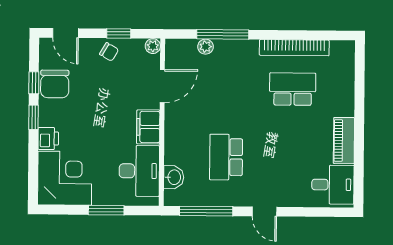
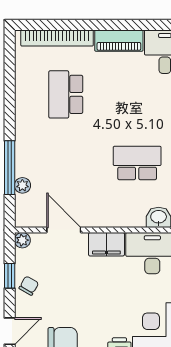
bookcase: (294, 48) -> (57, 38), moved, turned 90
school desk: (226, 157) -> (137, 163), turned 180

